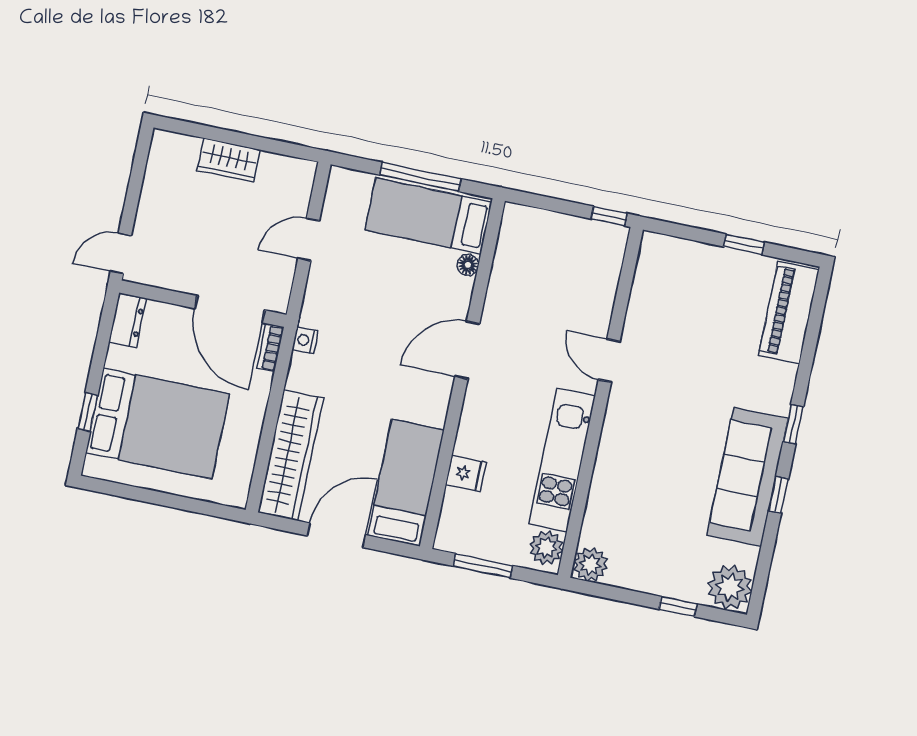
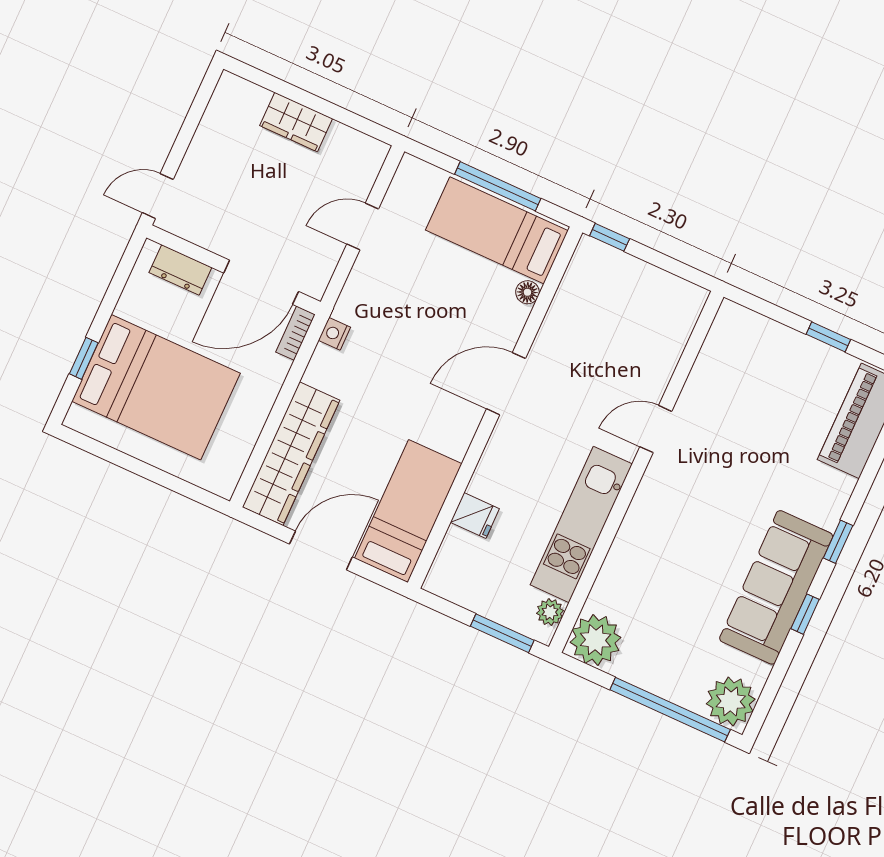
window: (609, 216) -> (610, 237), moved
door: (230, 309) -> (261, 282), hinge flipped
dresser: (127, 321) -> (180, 270), moved, turned 90
door: (609, 360) -> (656, 429), hinge flipped
plant: (546, 548) -> (550, 612), width x0.73, depth x0.73
plant: (590, 564) -> (595, 640), width x1.36, depth x1.36
window: (483, 566) -> (502, 633), moved
window: (678, 607) -> (670, 710), width x3.17

